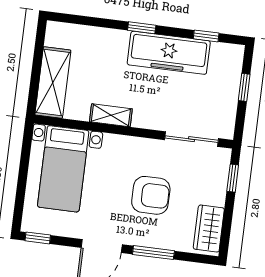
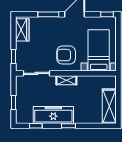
shelving: (53, 83) -> (109, 106), moved
shelving: (111, 115) -> (66, 80), moved
armchair: (151, 195) -> (66, 55), moved

